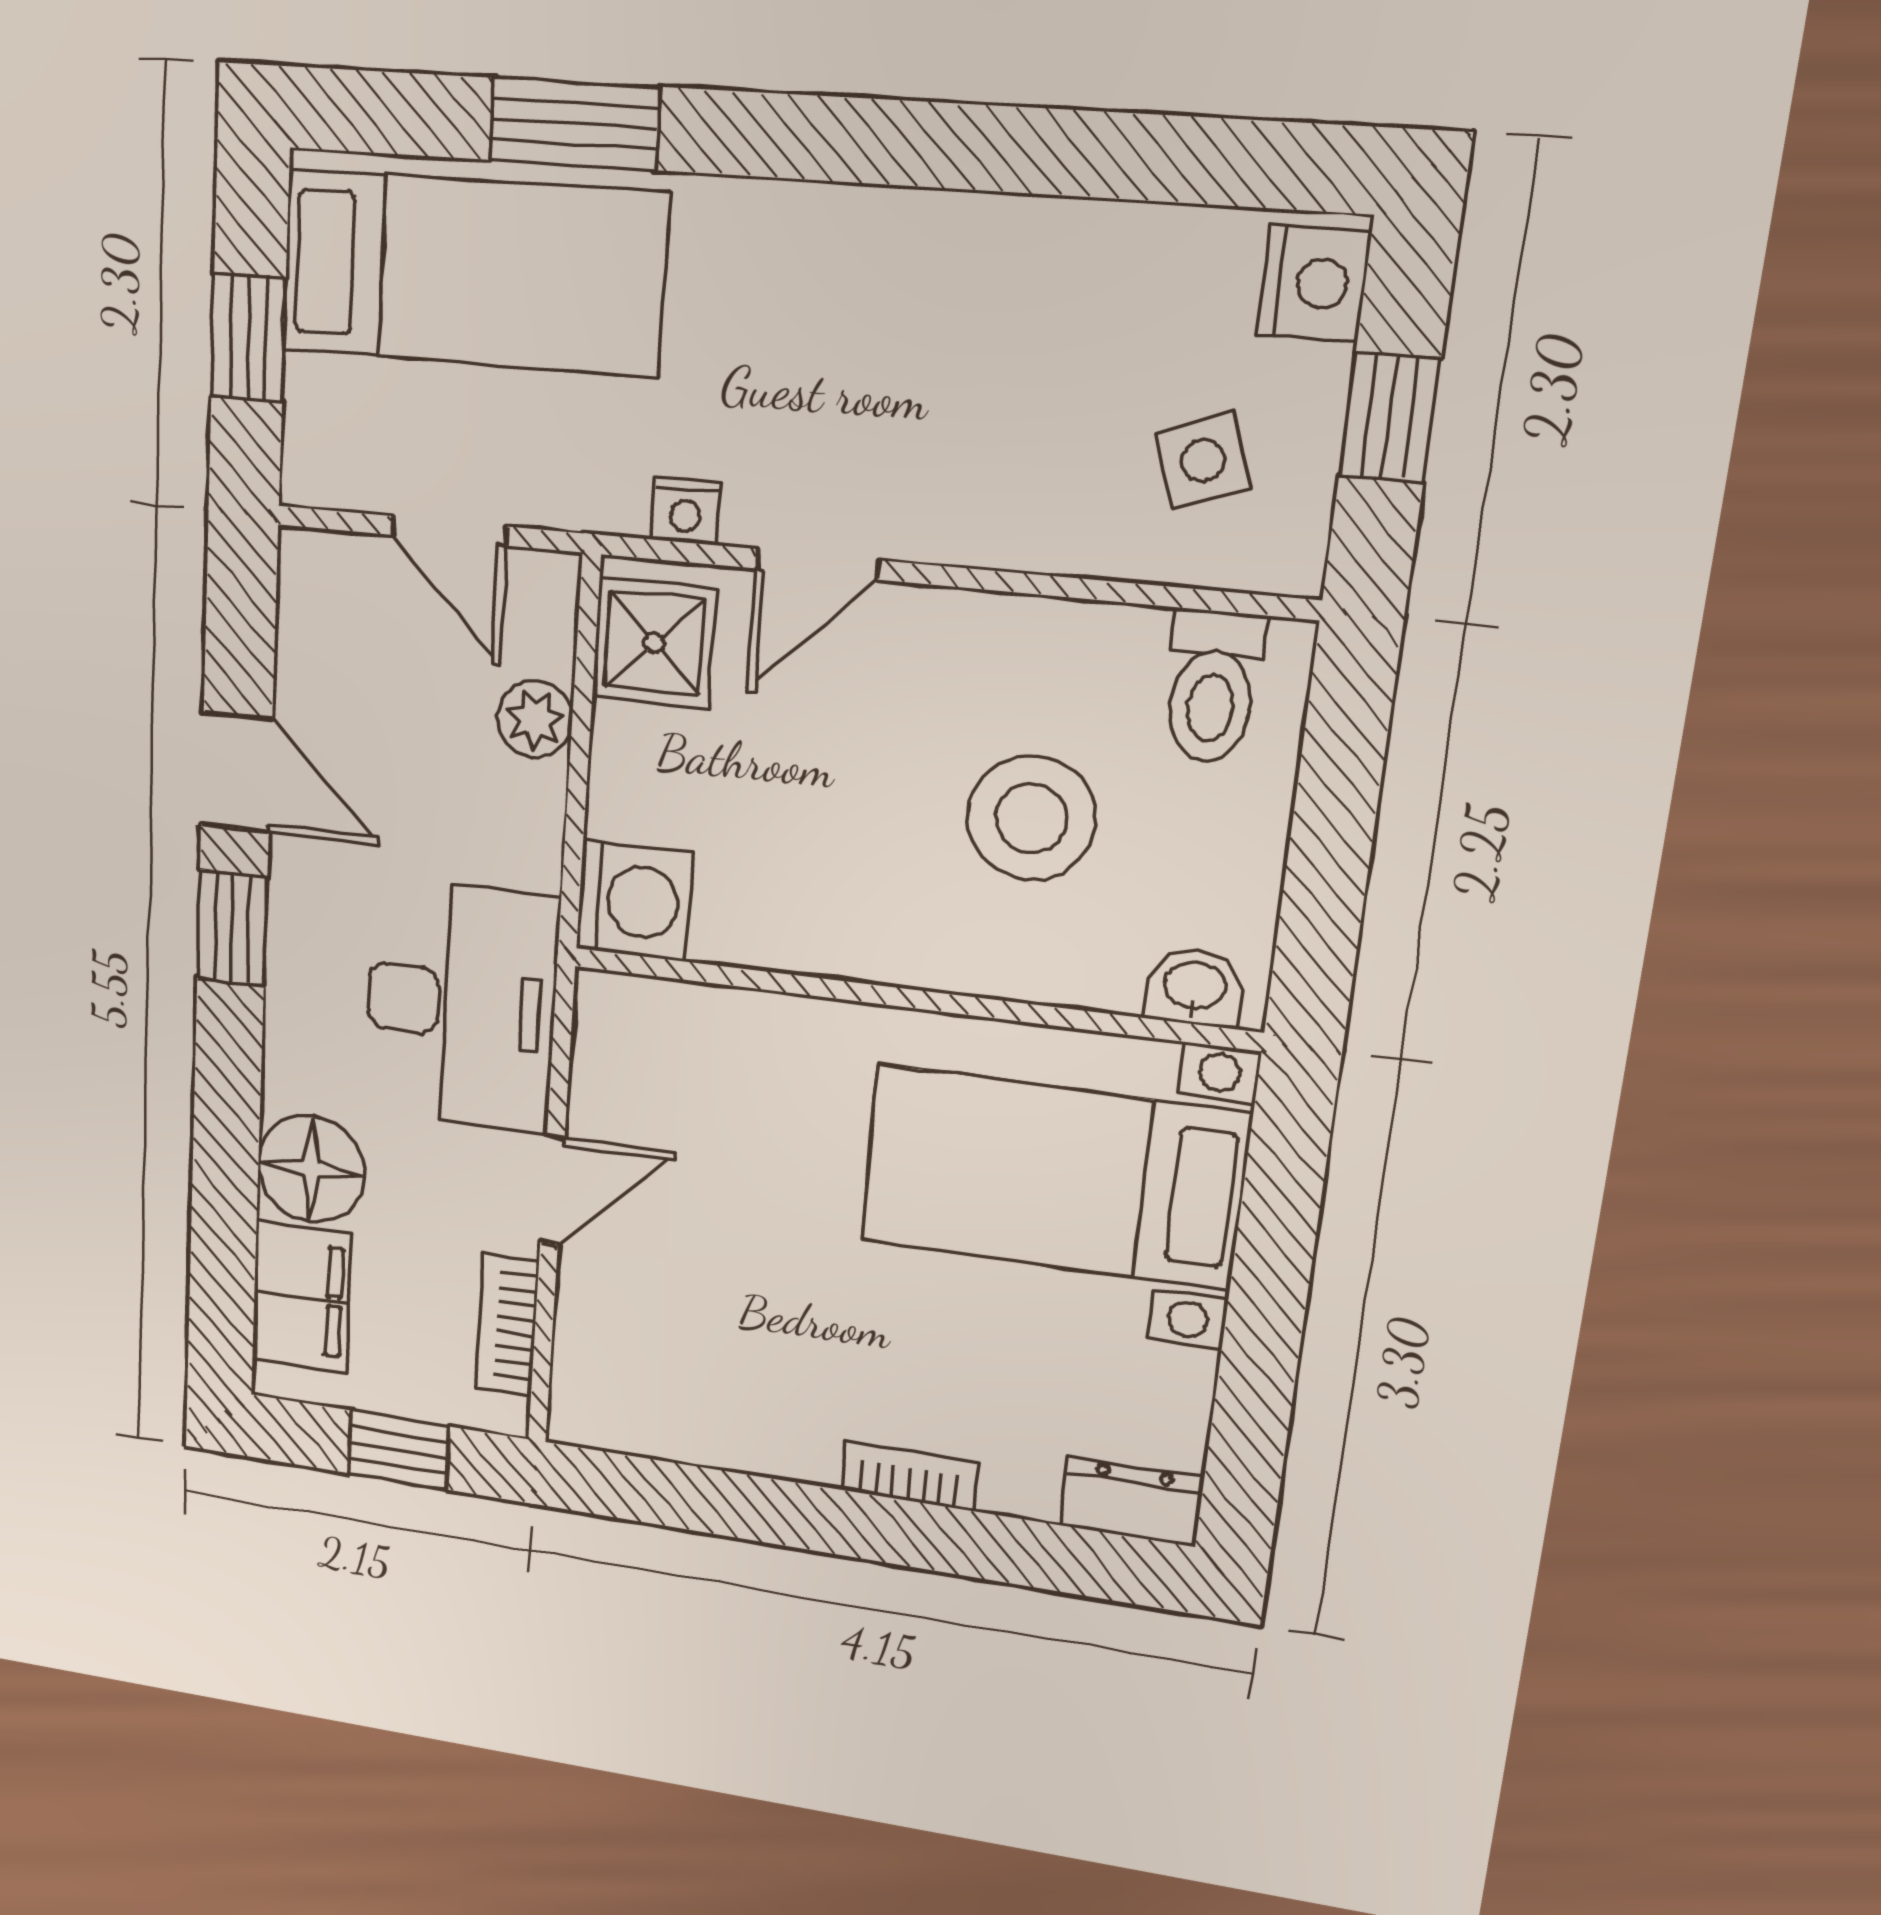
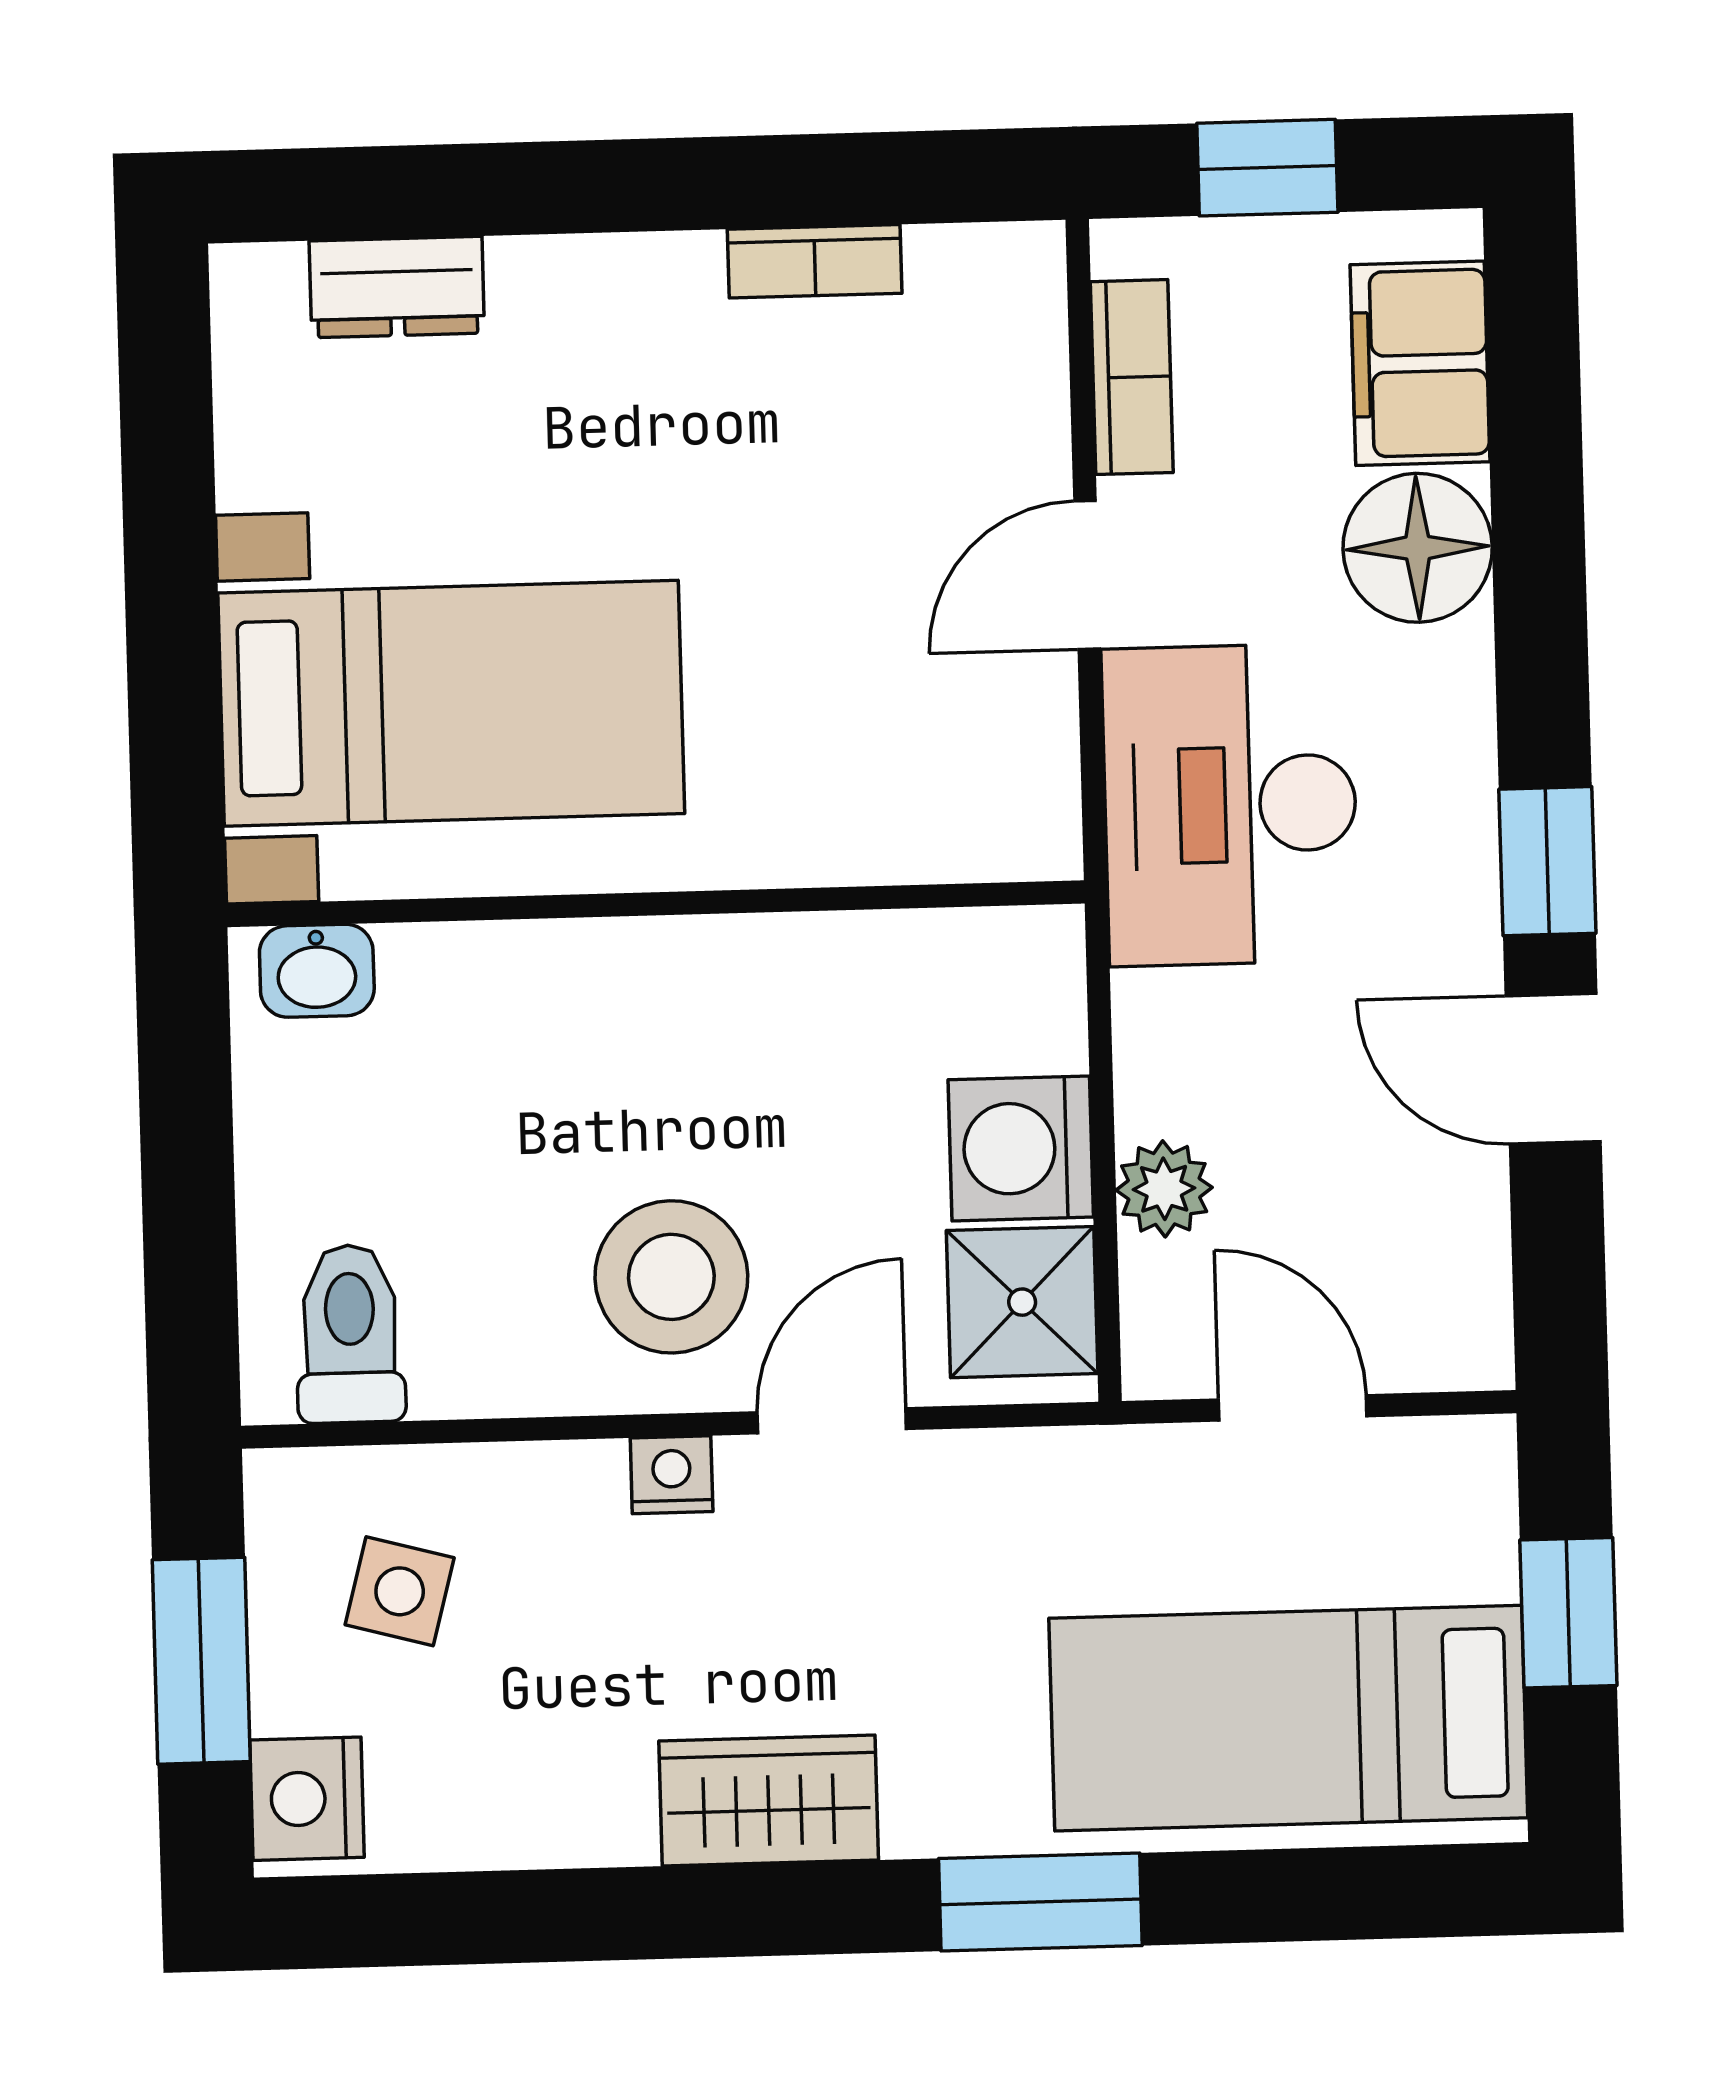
window: (574, 124) -> (1040, 1902), moved
wardrobe: (908, 242) -> (769, 1801), added
window: (1390, 418) -> (201, 1661), width x1.50
side table: (1203, 460) -> (400, 1591), turned 35
nightstand: (686, 511) -> (672, 1475), moved
stool: (1031, 818) -> (671, 1277), moved
washing machine: (634, 901) -> (1021, 1148), moved
bookcase: (910, 1476) -> (815, 261), moved
dresser: (1131, 1502) -> (397, 287), moved

